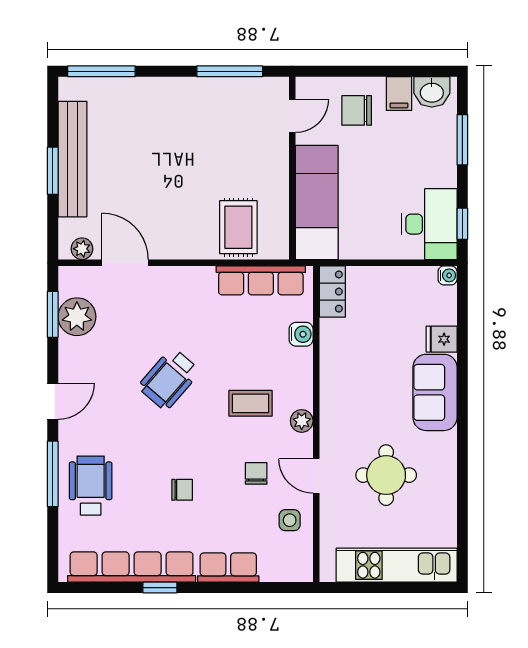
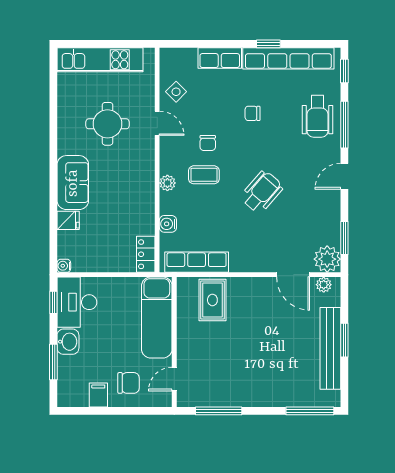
washbasin: (432, 92) -> (68, 342), moved, turned 90
plant: (77, 317) -> (327, 259), moved
plant: (302, 421) -> (167, 183), moved
chair: (256, 473) -> (208, 143), moved
side table: (290, 520) -> (176, 92), turned 45
window: (53, 549) -> (344, 71), added

